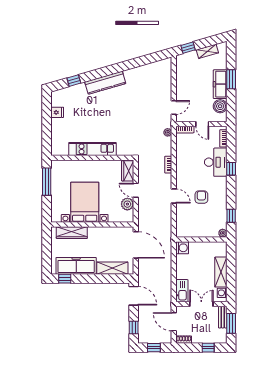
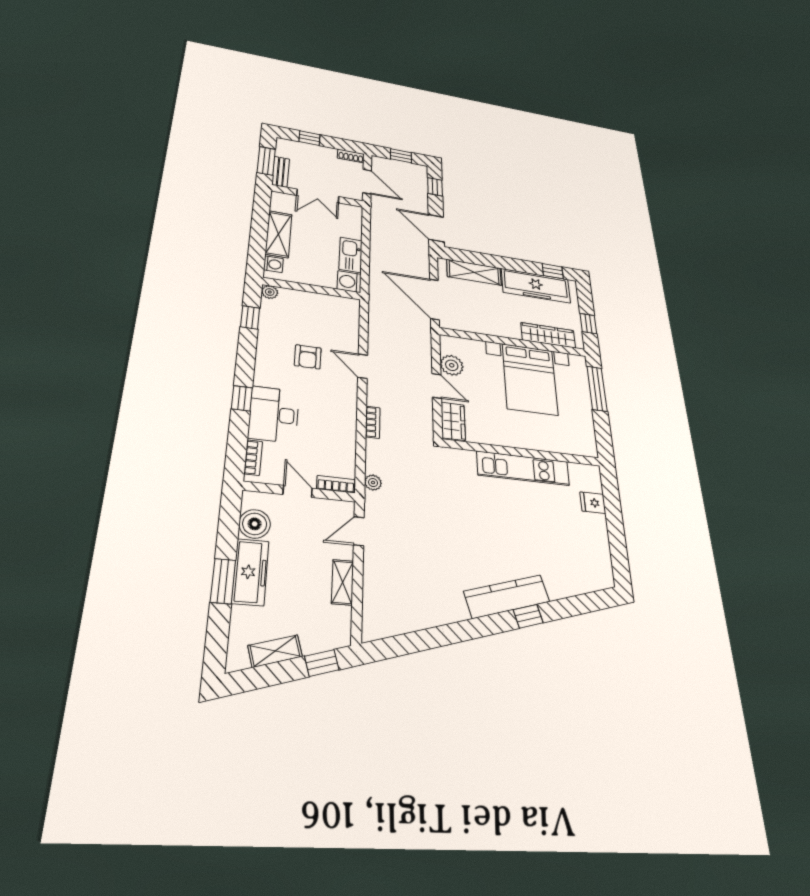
window: (74, 81) -> (528, 616), moved
shelving: (180, 83) -> (343, 582), added
fridge: (57, 112) -> (593, 503), moved
window: (47, 182) -> (597, 389), moved
window: (47, 245) -> (588, 324), added
kitchen sink: (182, 291) -> (351, 255), moved
washing machine: (222, 293) -> (273, 264), moved

